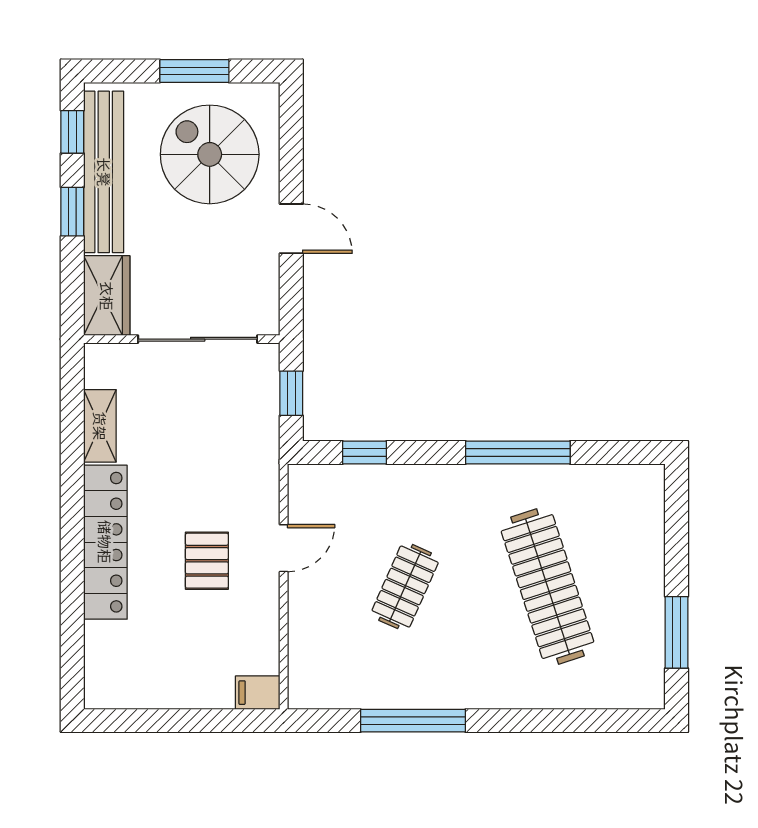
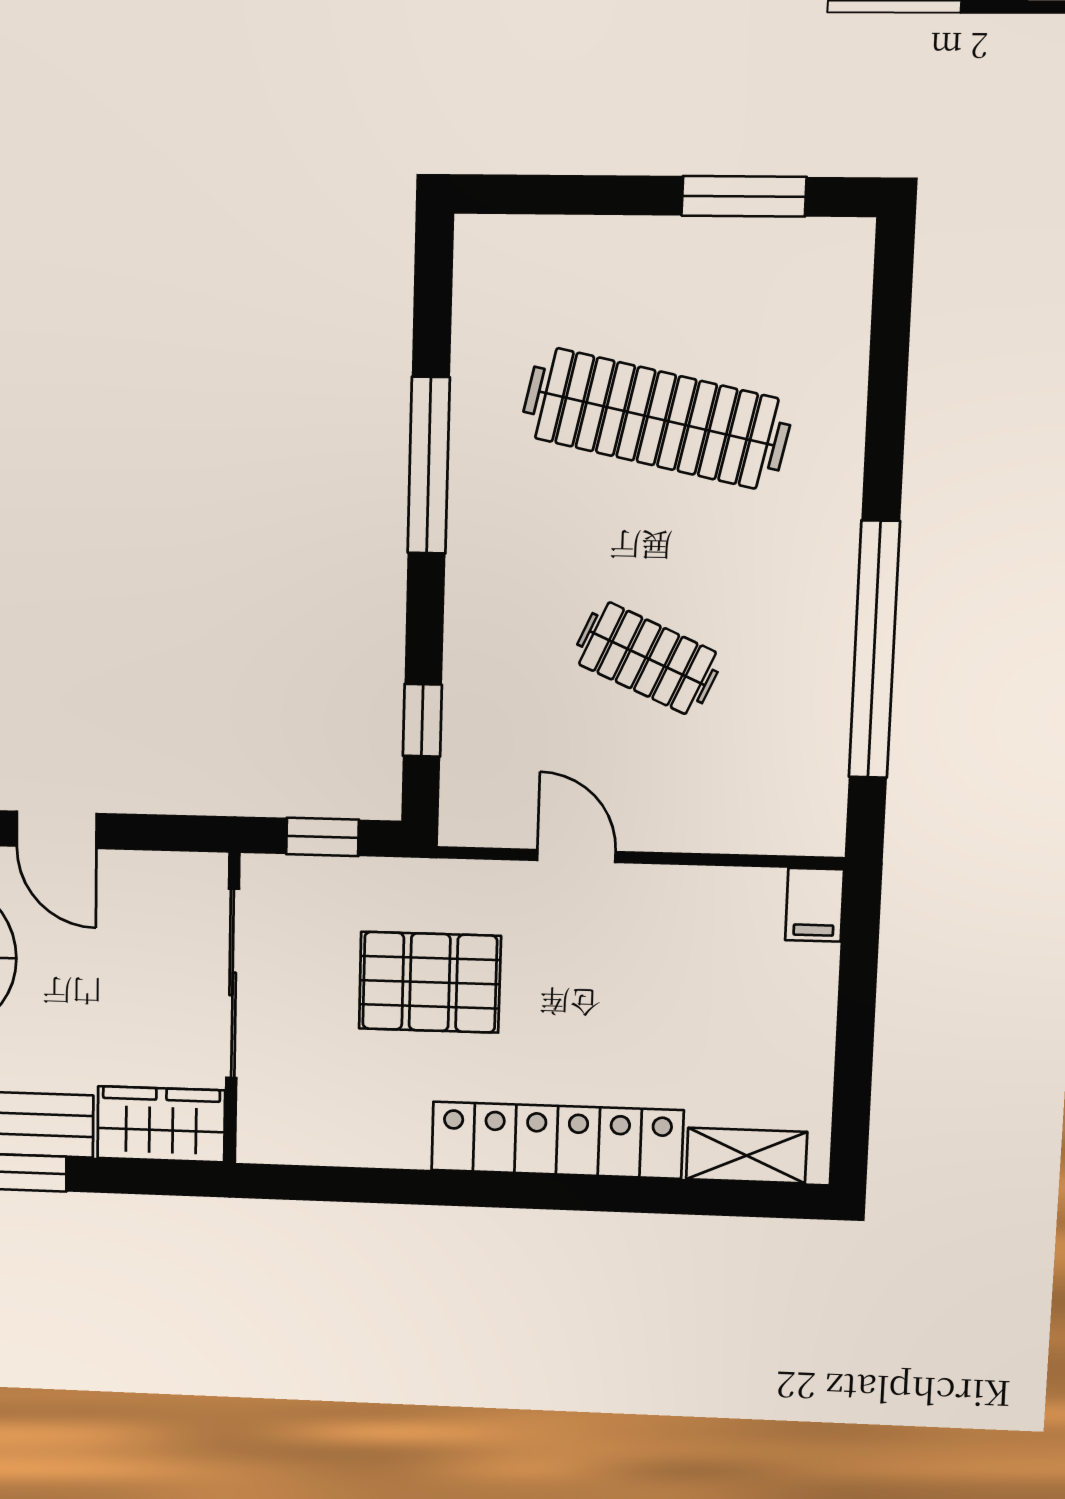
door: (291, 229) -> (57, 830), swing flipped
shelving: (100, 426) -> (747, 1155), moved
pallet: (207, 561) -> (430, 982), moved, width x1.50, depth x1.42
clothes rail: (548, 587) -> (656, 418), turned 30
window: (413, 721) -> (874, 650), width x1.46

